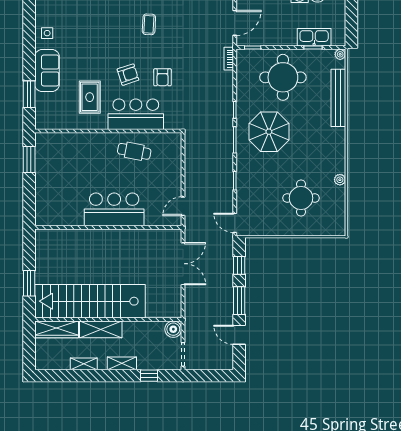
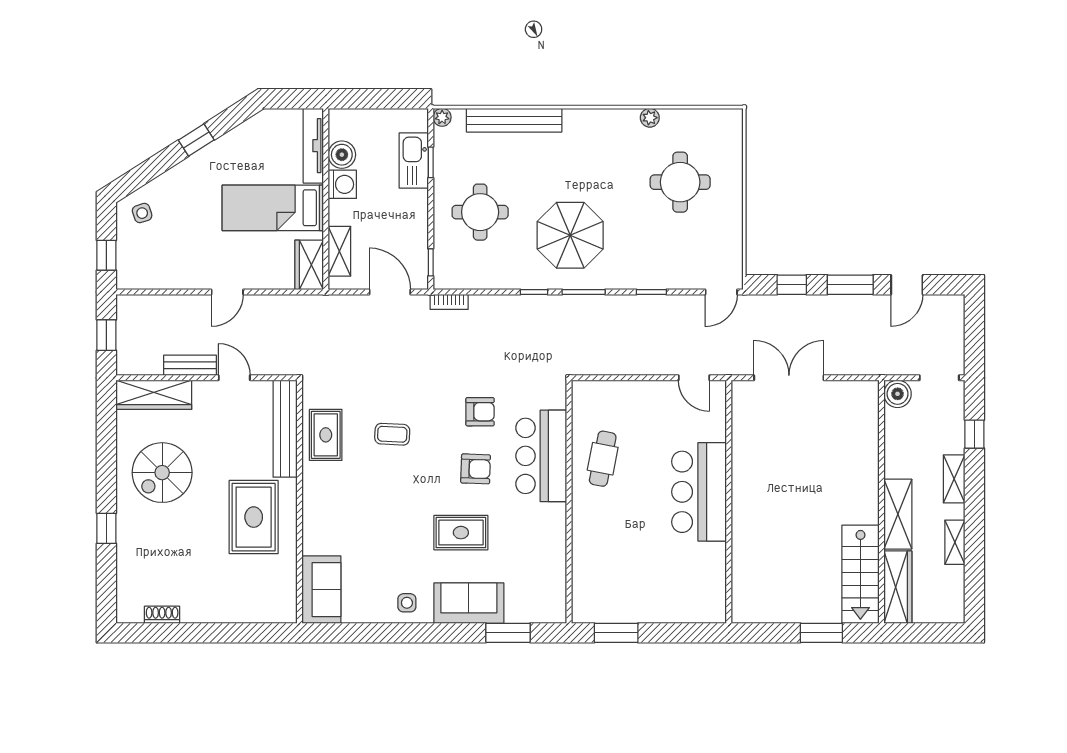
armchair: (128, 75) -> (476, 469), turned 110
round table: (283, 77) -> (480, 212), width x0.73, depth x0.73
rug: (90, 97) -> (461, 533), moved
stairs: (90, 301) -> (860, 574), width x0.54, depth x0.66

